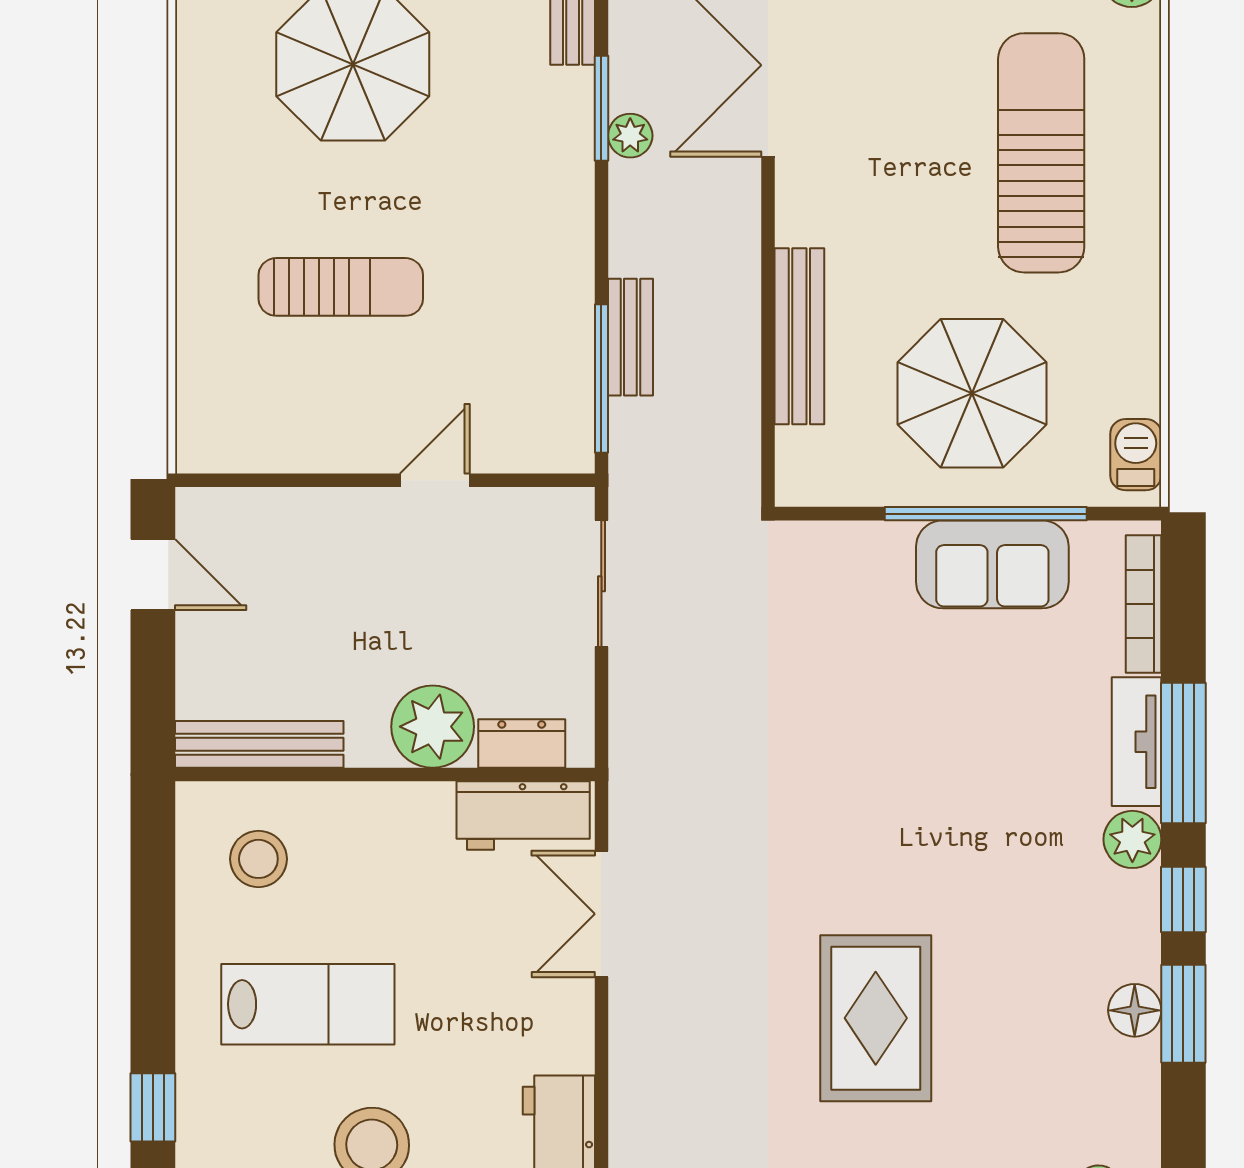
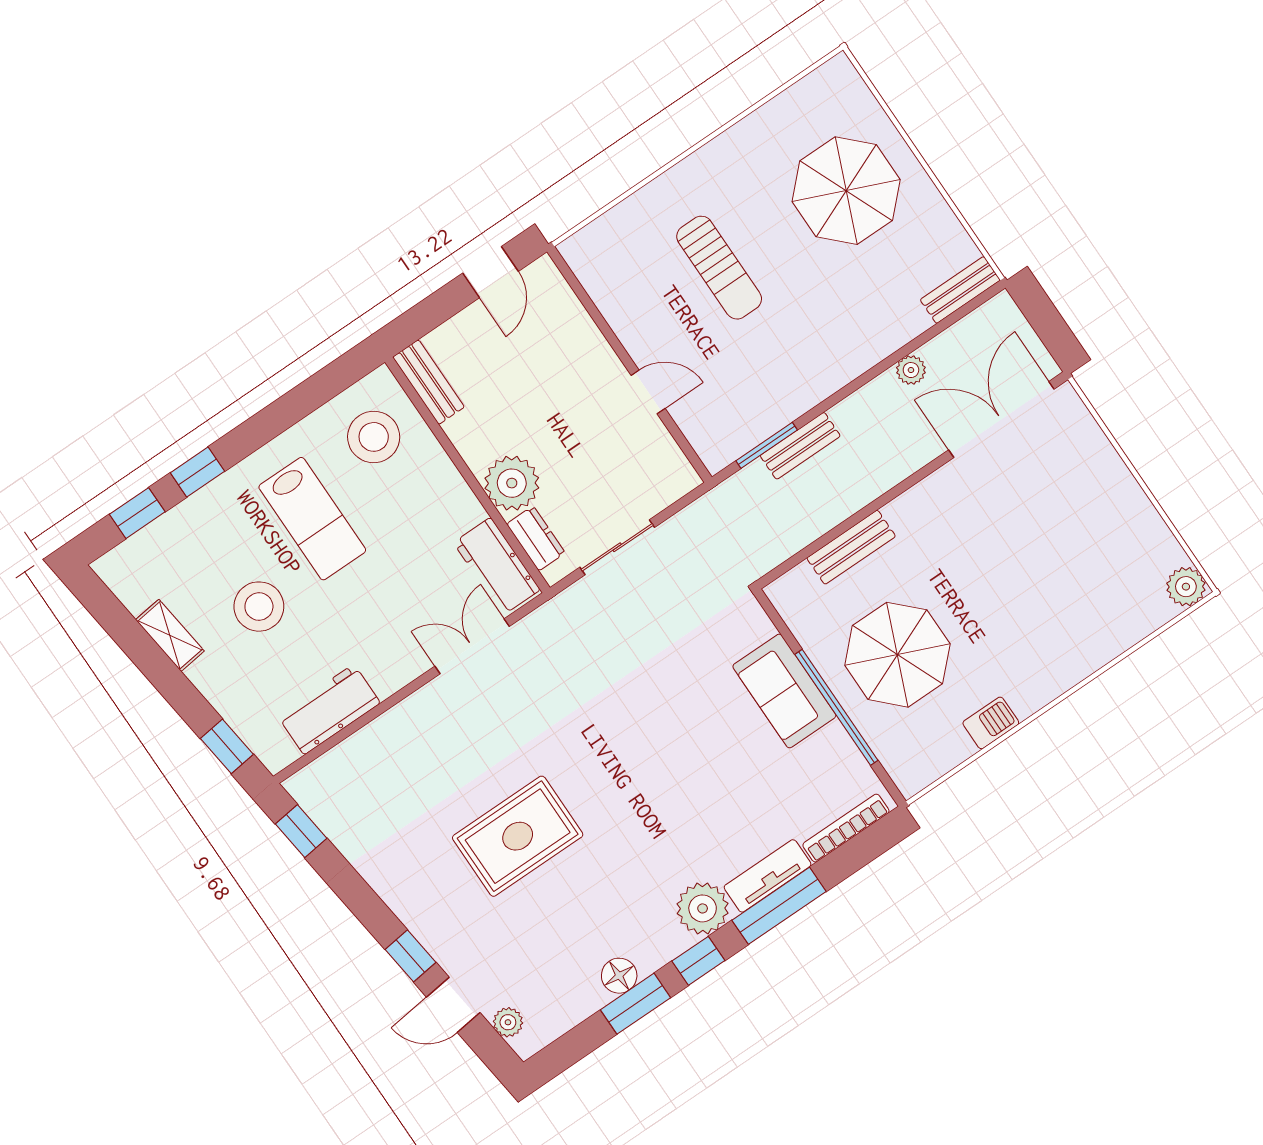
window: (601, 108) -> (915, 344), removed
sun lounger: (1041, 153) -> (1056, 603), removed
bench: (799, 336) -> (851, 547), width x0.73
window: (601, 379) -> (767, 445), width x0.69
barbecue: (1136, 455) -> (991, 723), moved
sofa: (992, 564) -> (784, 691), moved
sliding door: (601, 584) -> (617, 547), moved
bench: (259, 744) -> (429, 382), width x0.73
plant: (1132, 839) -> (703, 908), width x1.36, depth x1.36
stool: (258, 859) -> (374, 437), width x1.38, depth x1.38

